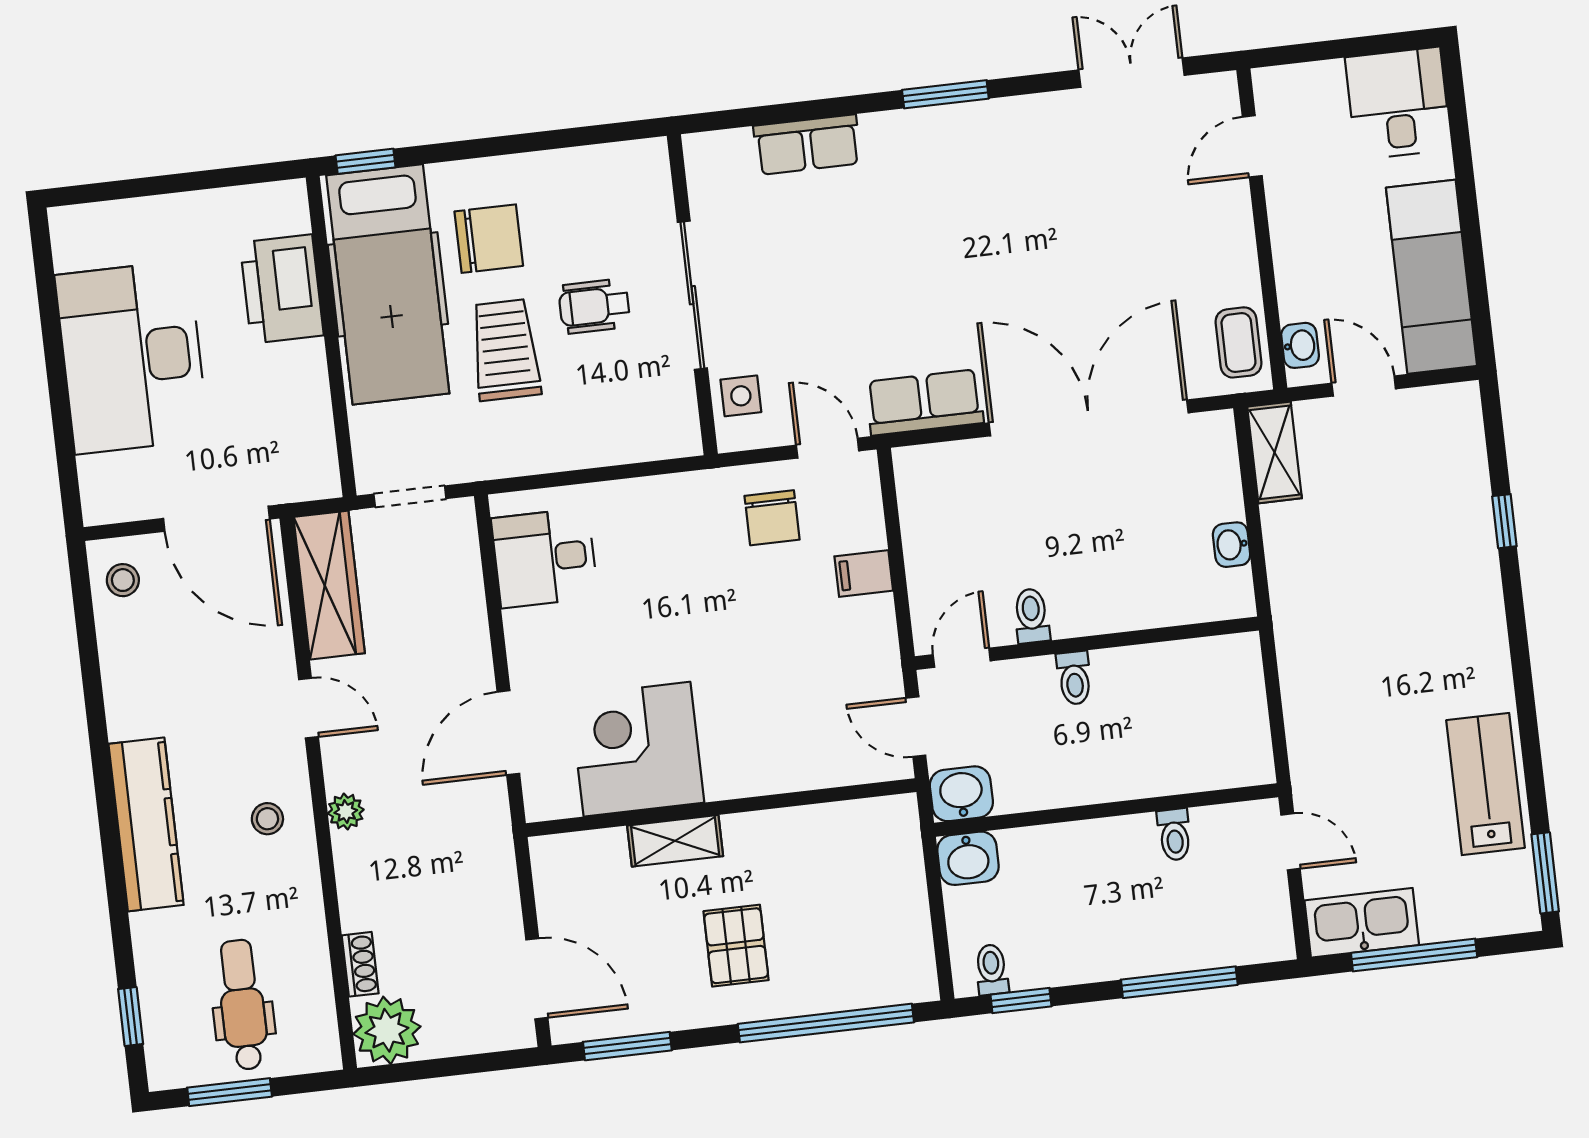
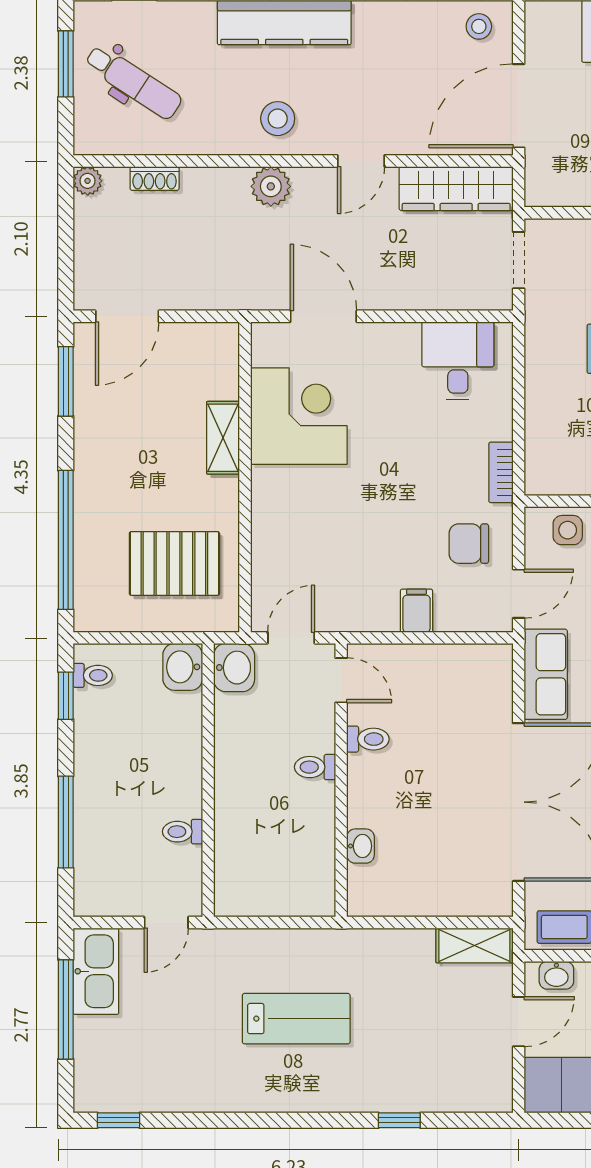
bookcase: (678, 488) -> (501, 472), added
washbasin: (1232, 545) -> (361, 846), moved, turned 90
lab bench: (1486, 784) -> (296, 1019), moved
plant: (346, 811) -> (271, 186), width x1.38, depth x1.38
stool: (267, 819) -> (278, 119), width x1.37, depth x1.37
window: (1545, 873) -> (118, 1120), width x0.67
pallet: (736, 946) -> (174, 563), moved, width x1.50, depth x1.42
dental chair: (242, 1005) -> (133, 82), turned 33
plant: (387, 1030) -> (88, 181), width x0.53, depth x0.53

